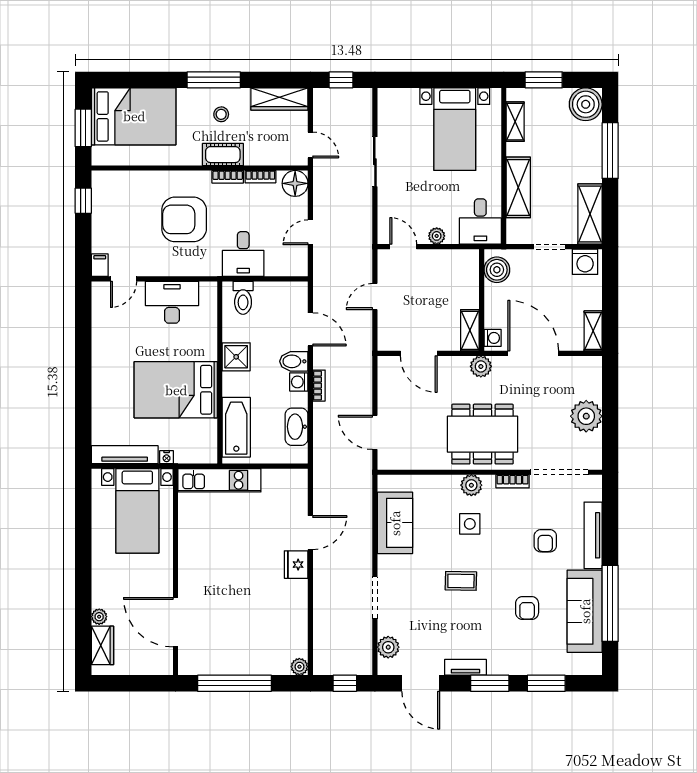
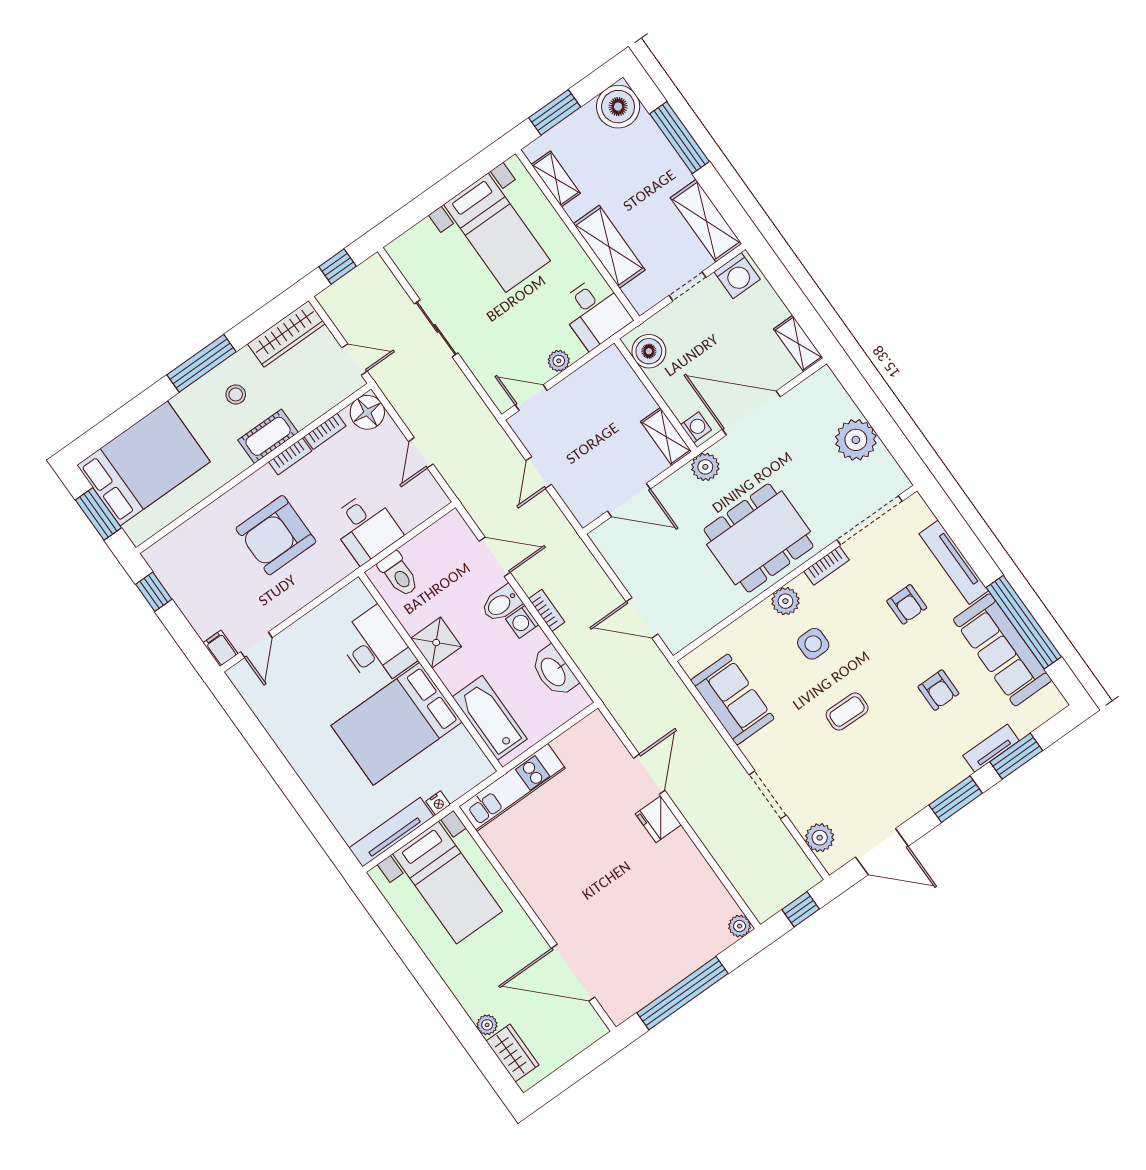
desk: (172, 302) -> (376, 648), moved, turned 90
tv unit: (466, 667) -> (991, 748), moved

